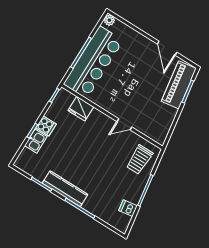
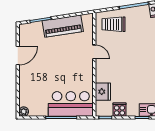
bar counter: (93, 62) -> (71, 104), width x0.73
piano: (179, 85) -> (63, 26), moved
cooker: (46, 126) -> (119, 110), moved
trolley: (139, 160) -> (114, 24), turned 180

